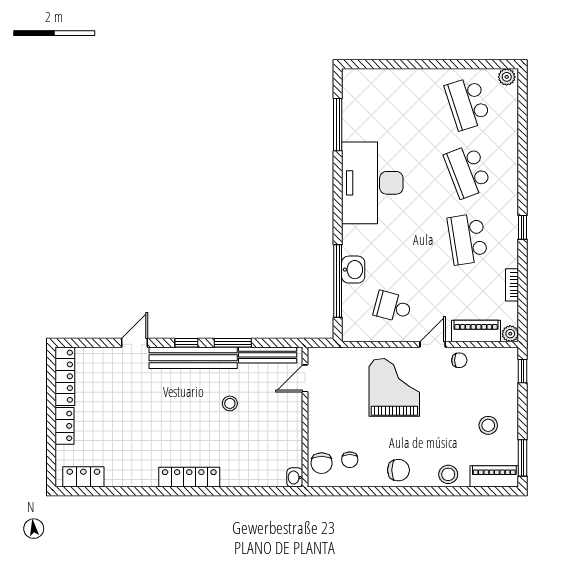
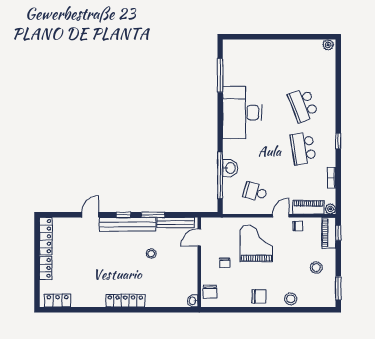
school desk: (468, 103) -> (303, 62), removed
chair: (350, 460) -> (225, 263), moved
piano: (494, 476) -> (329, 233), moved, turned -90

